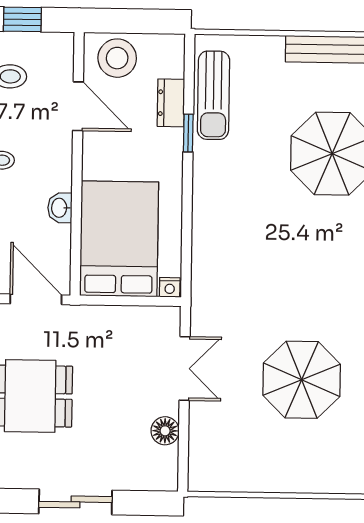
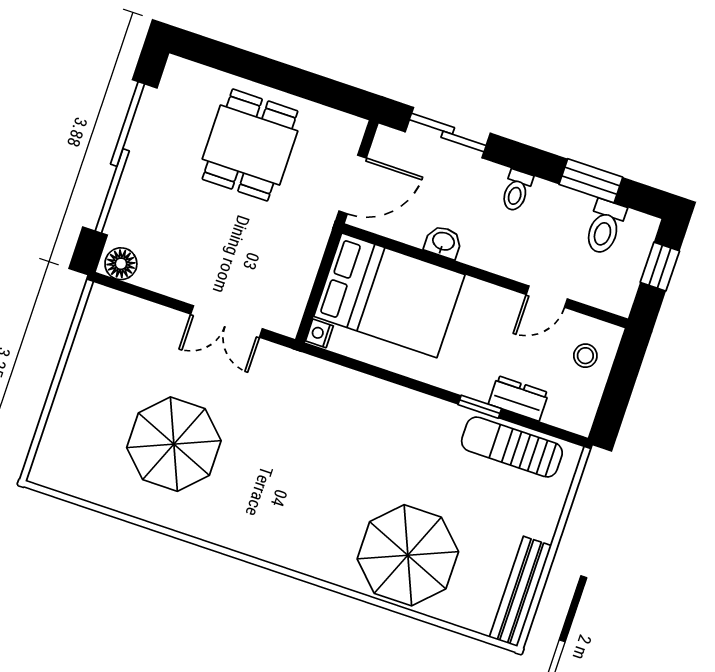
stool: (117, 58) -> (585, 356), width x0.53, depth x0.53
door: (78, 106) -> (547, 297), width x0.73
floor lamp: (165, 431) -> (121, 264), moved
sliding door: (75, 502) -> (120, 157), width x1.86

